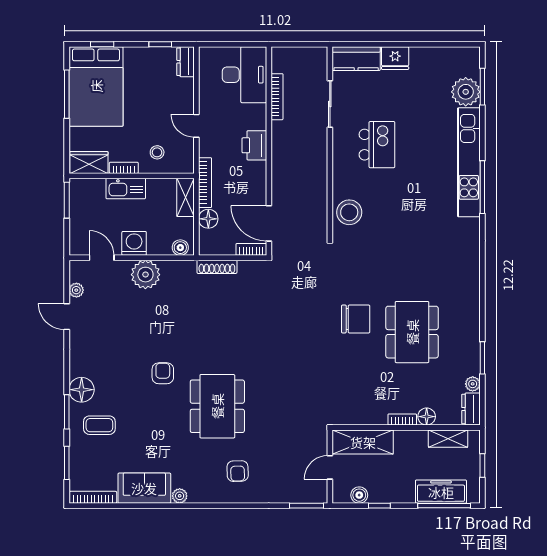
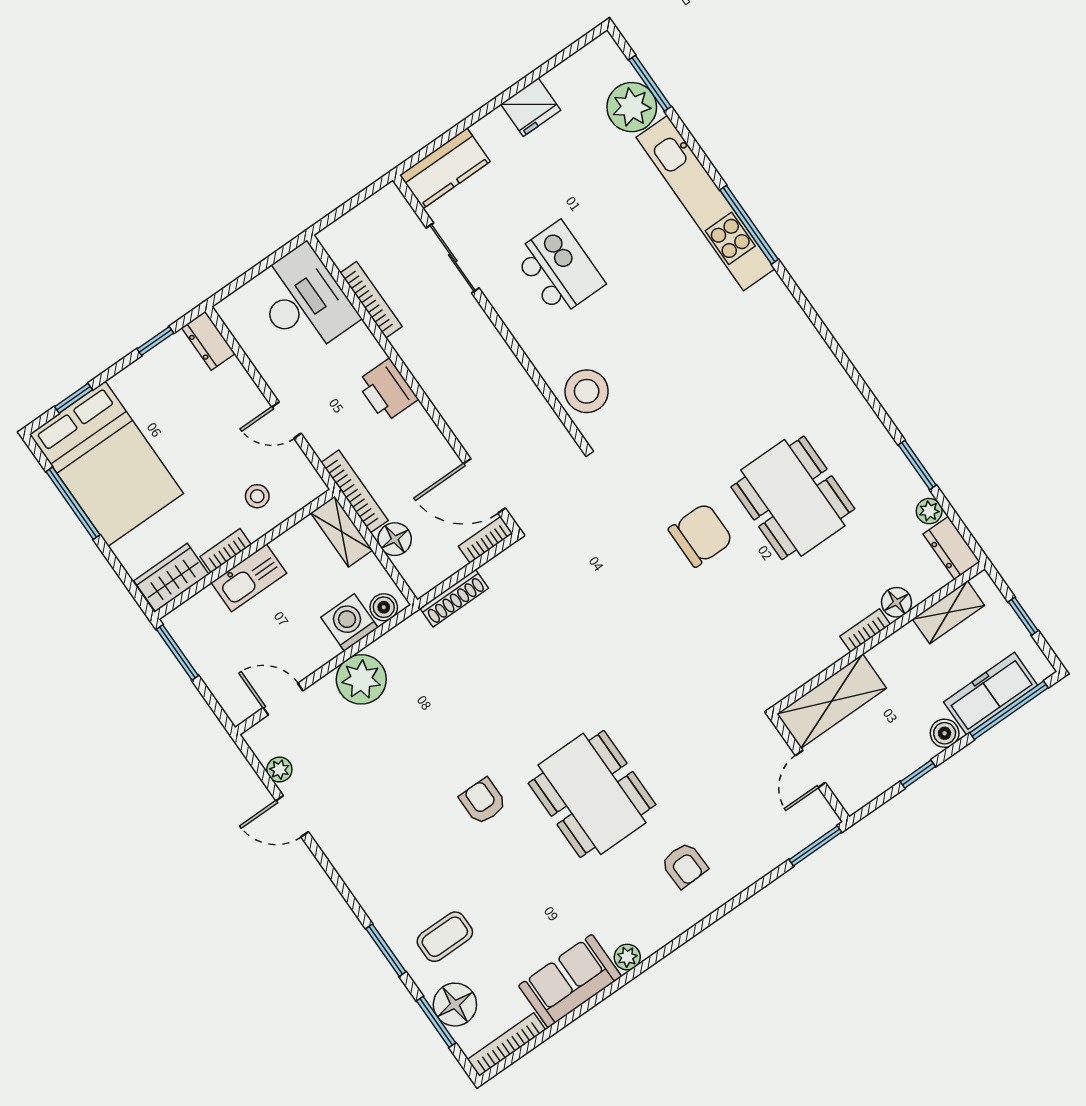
fridge: (395, 58) -> (531, 107), moved
washing machine: (134, 243) -> (349, 623), moved
floor lamp: (82, 390) -> (455, 1005), moved
boiler: (359, 495) -> (945, 733), moved

